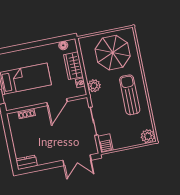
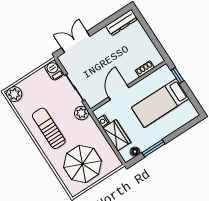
window: (46, 42) -> (153, 148), added
plant: (94, 86) -> (81, 113), moved
sun lounger: (130, 95) -> (49, 128), turned 180
dresser: (27, 162) -> (122, 23), width x1.44

